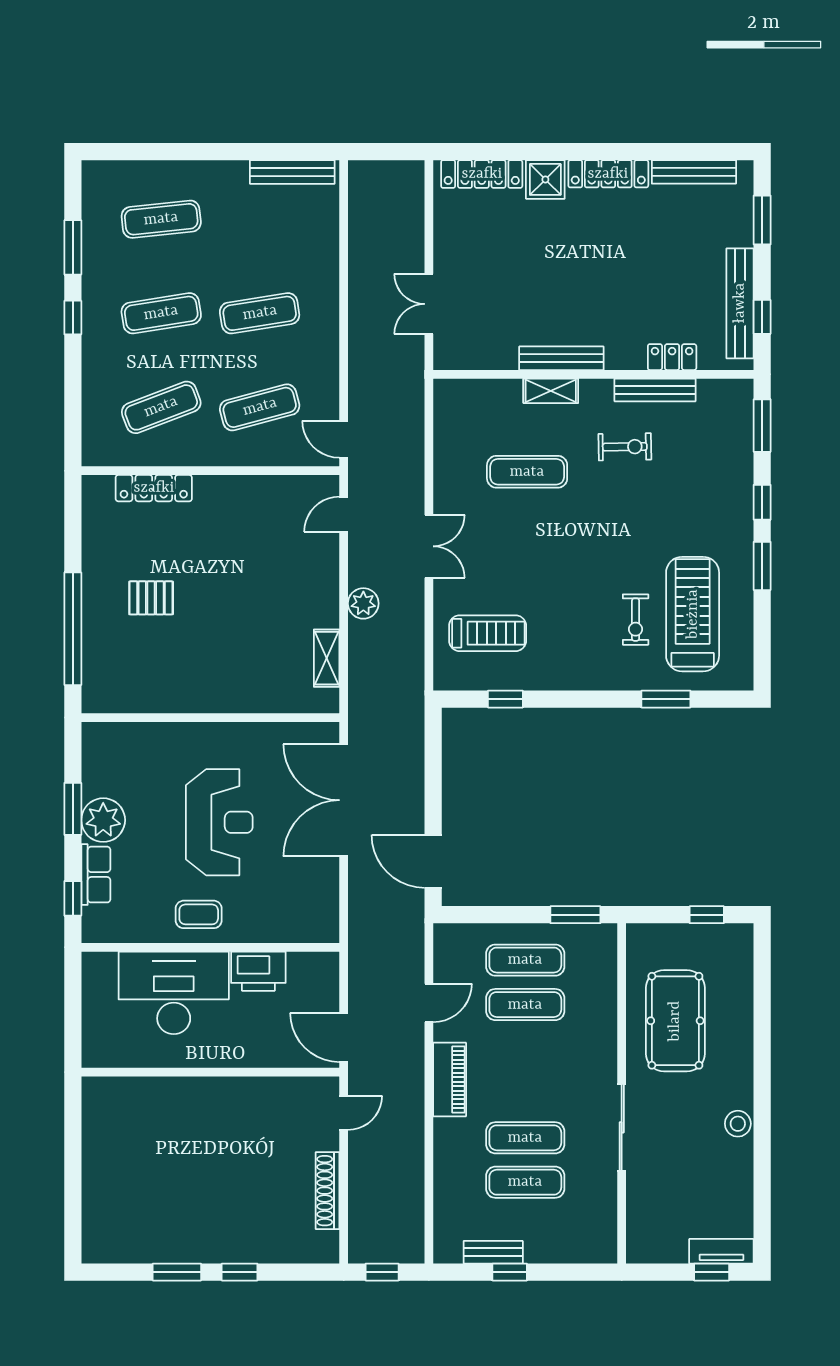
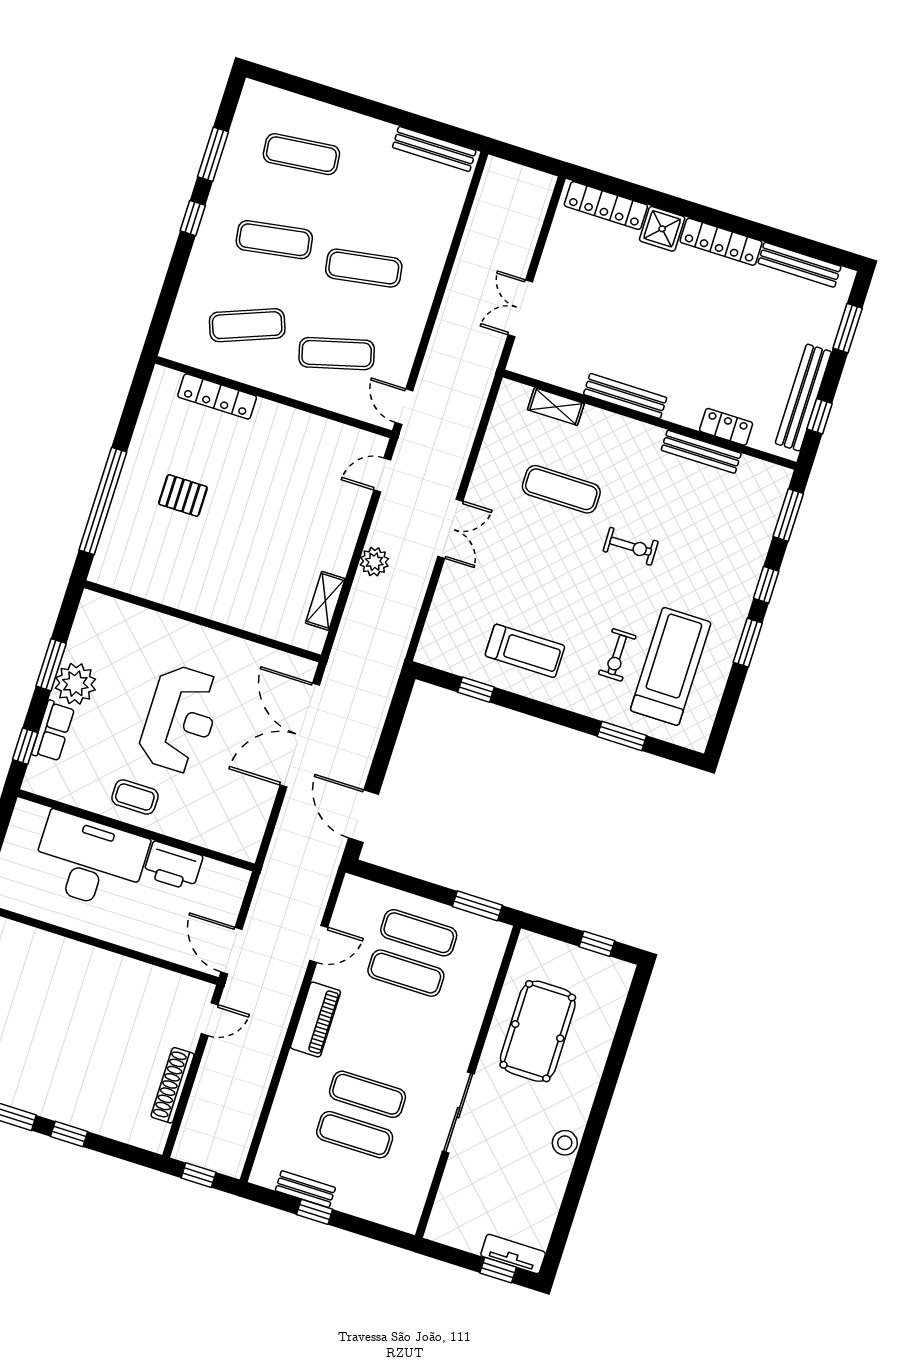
shelving: (551, 391) -> (556, 407), moved
exercise bike: (625, 447) -> (631, 546), moved
treadmill: (488, 633) -> (525, 651), moved

